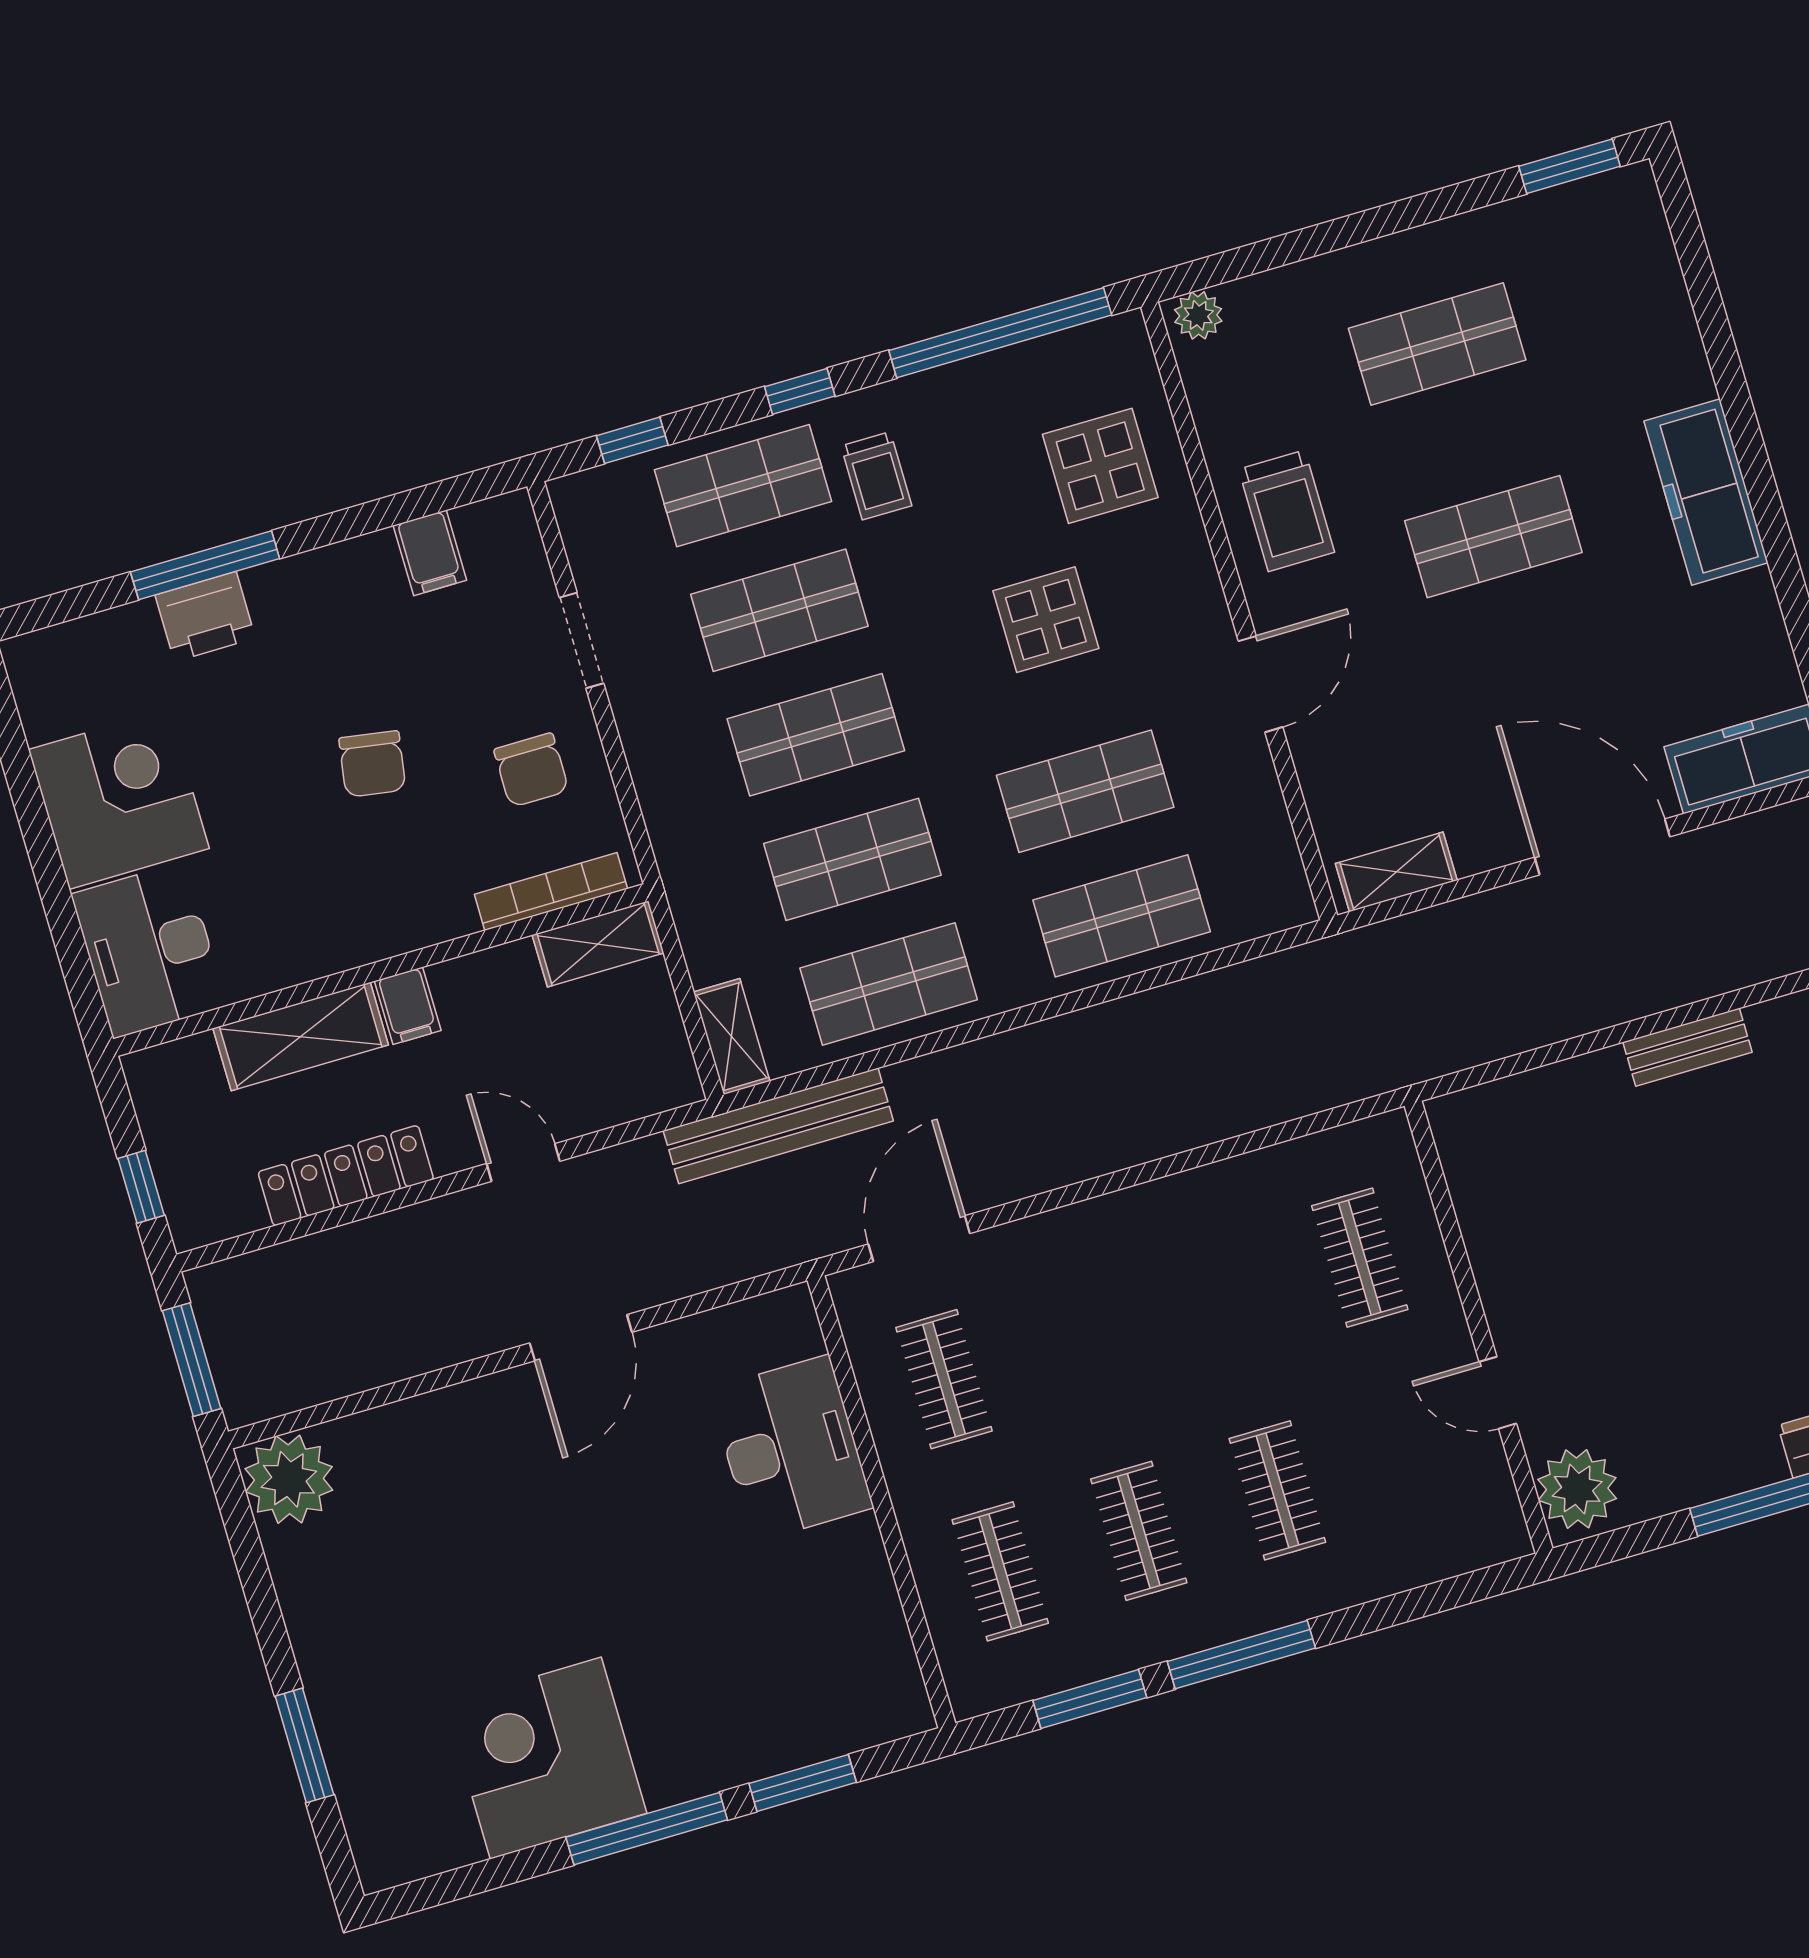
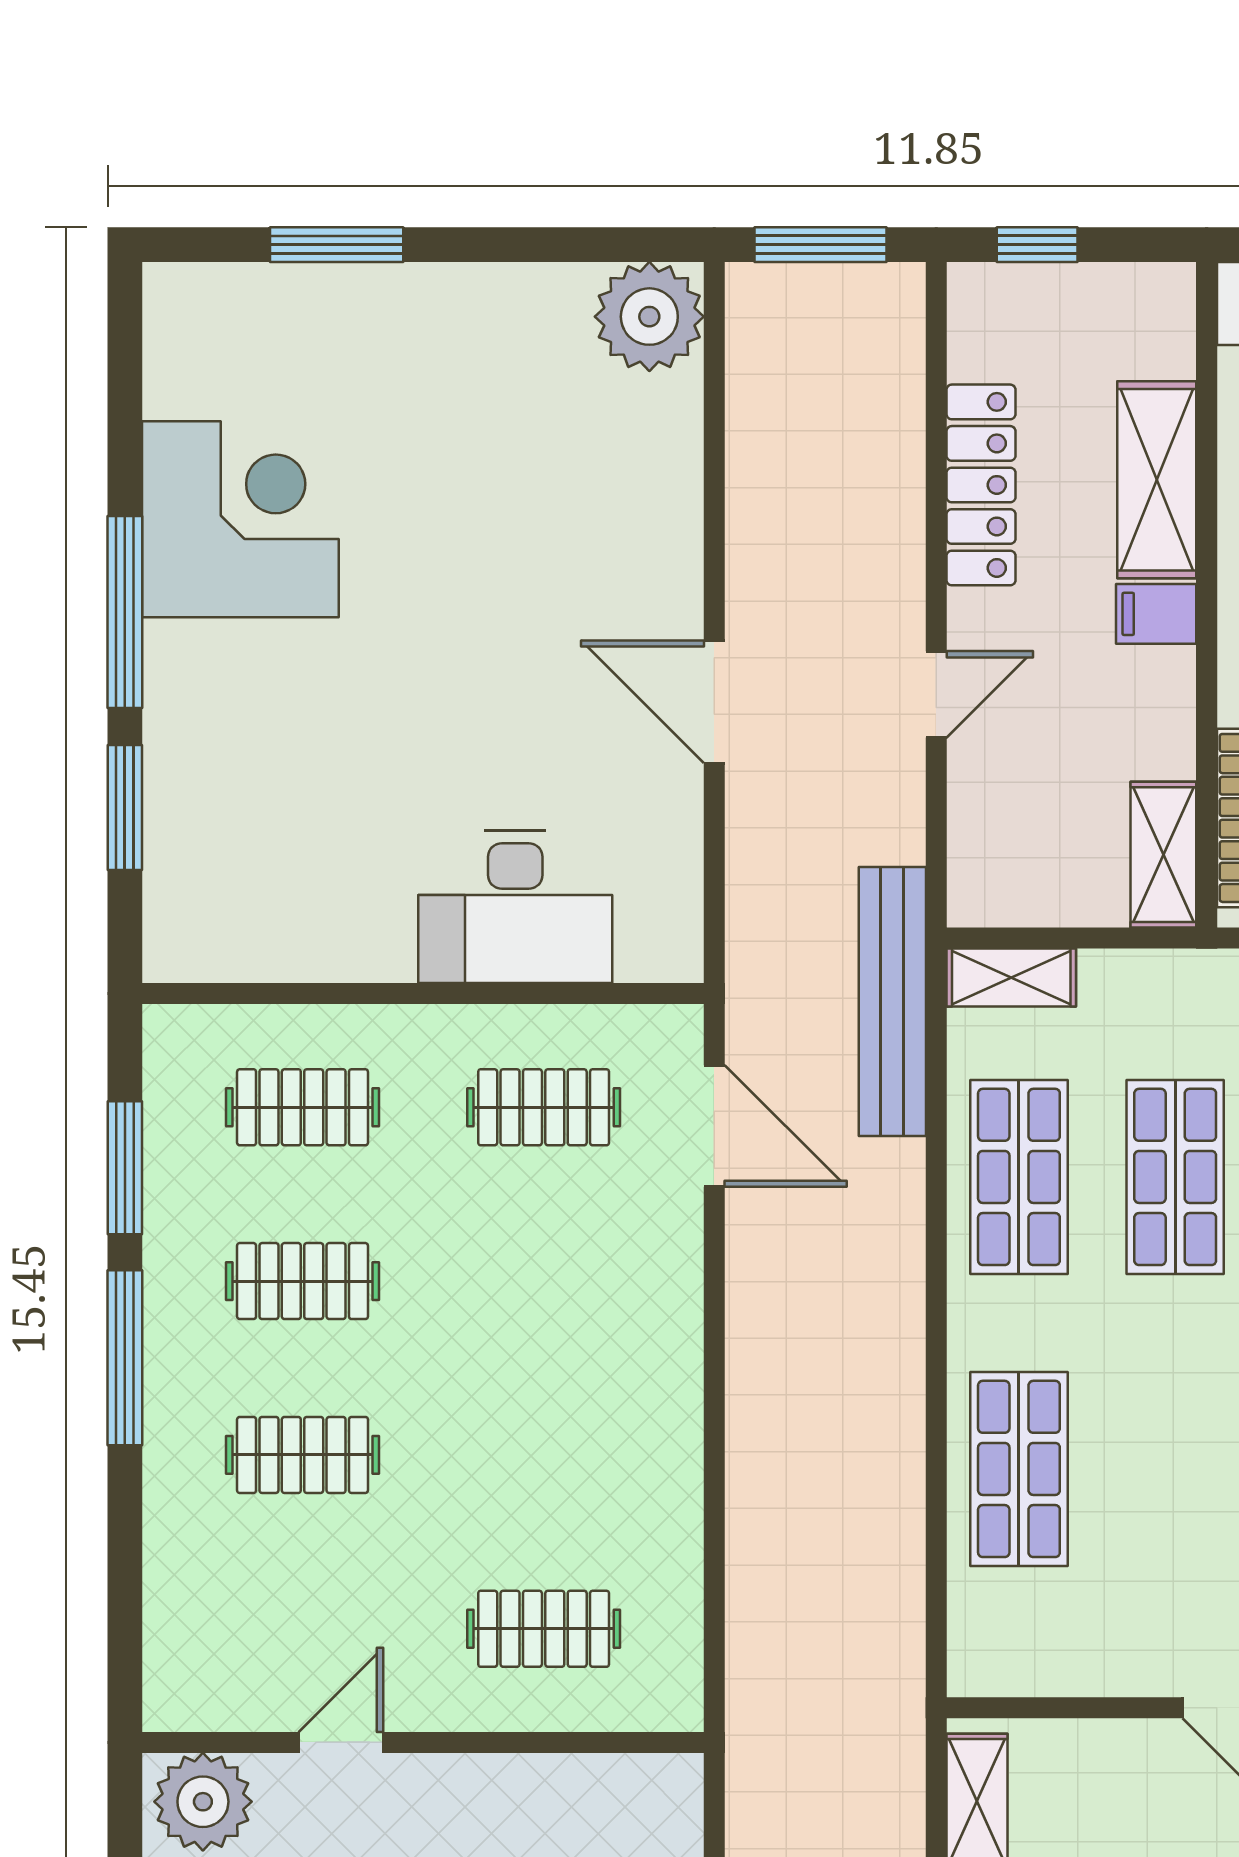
shop shelf: (1085, 791) -> (1175, 1469), removed

